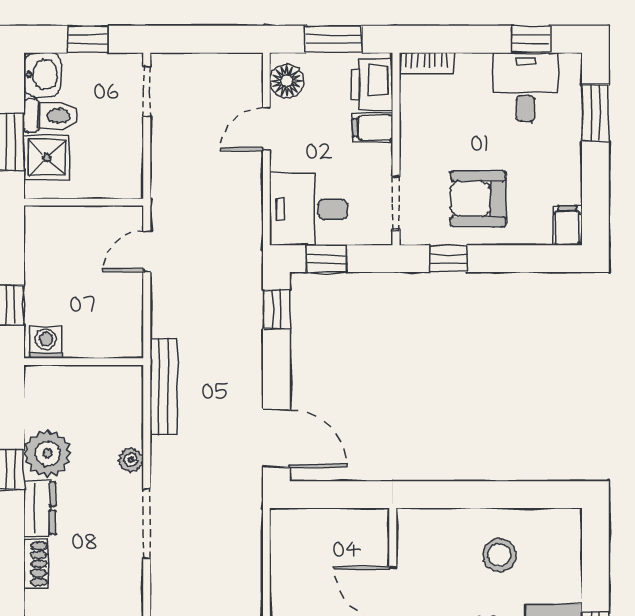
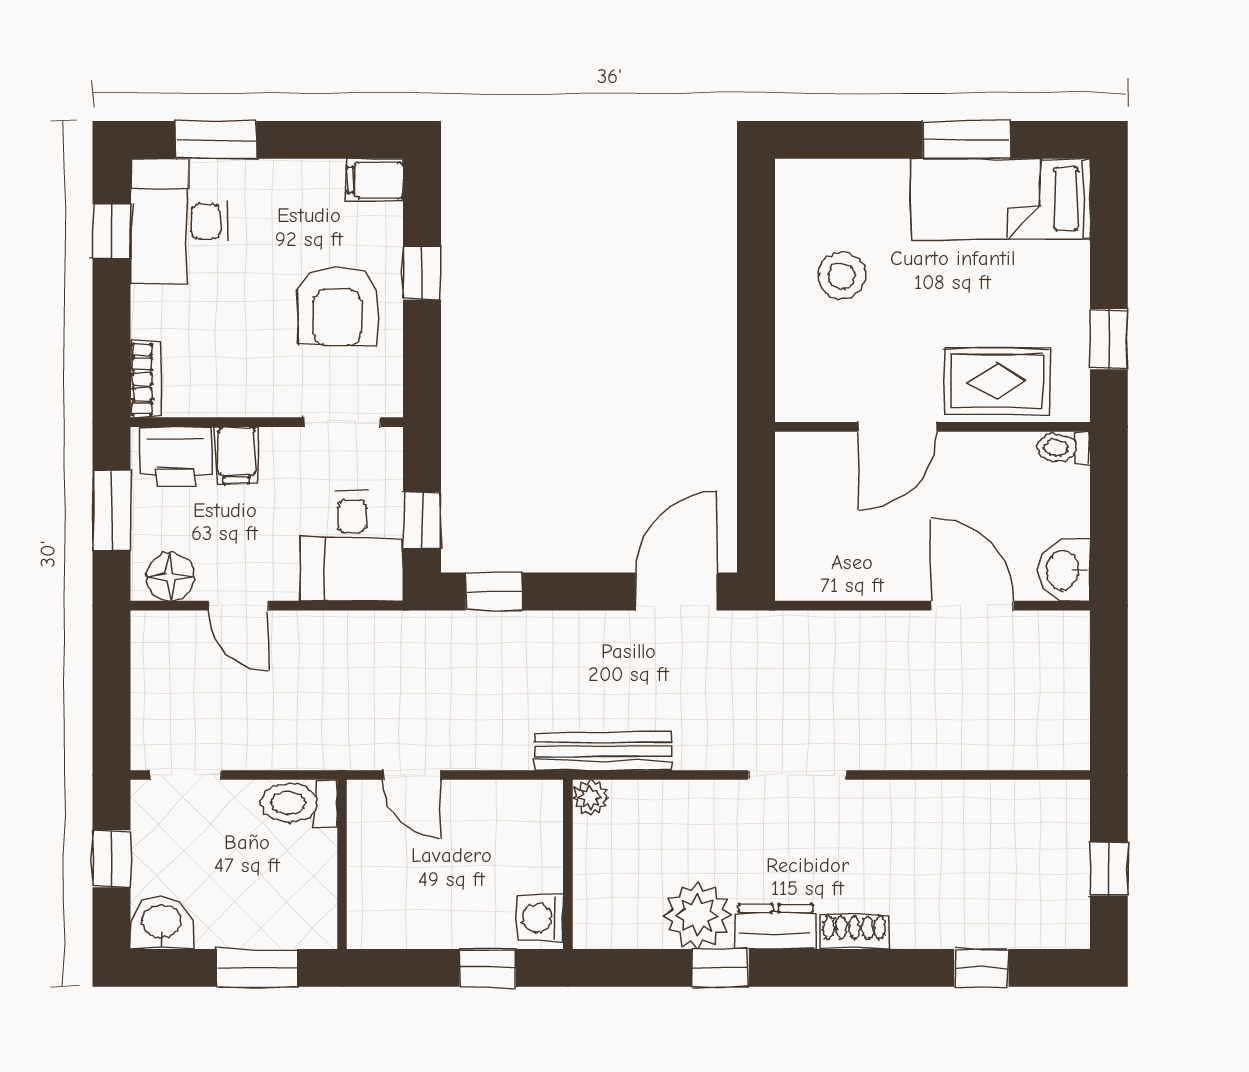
desk: (526, 87) -> (179, 222), width x1.37
toilet: (51, 116) -> (299, 803), moved, turned -90
shower: (47, 158) -> (279, 917), removed
window: (448, 259) -> (422, 273), moved
plant: (131, 460) -> (590, 798), moved

